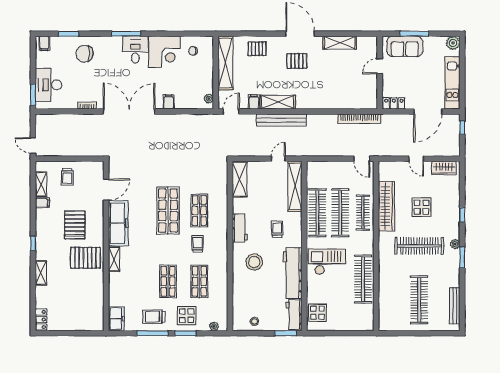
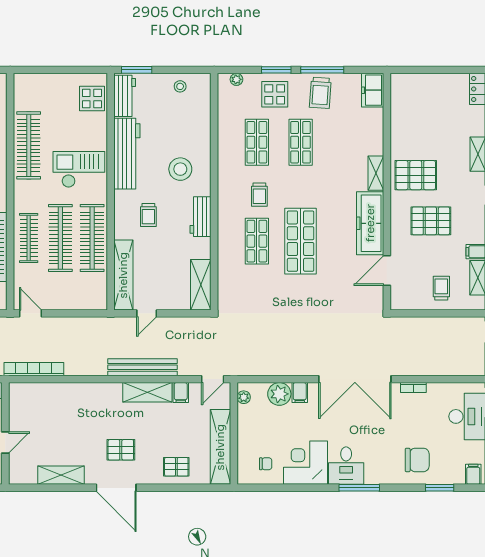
plant: (183, 101) -> (279, 394), added
pallet: (75, 225) -> (431, 221), turned 90
checkout: (327, 262) -> (79, 169), turned 180
trolley: (154, 317) -> (320, 93), turned 94

